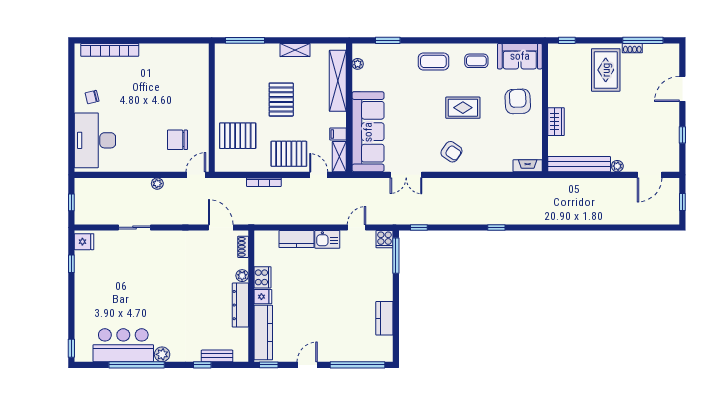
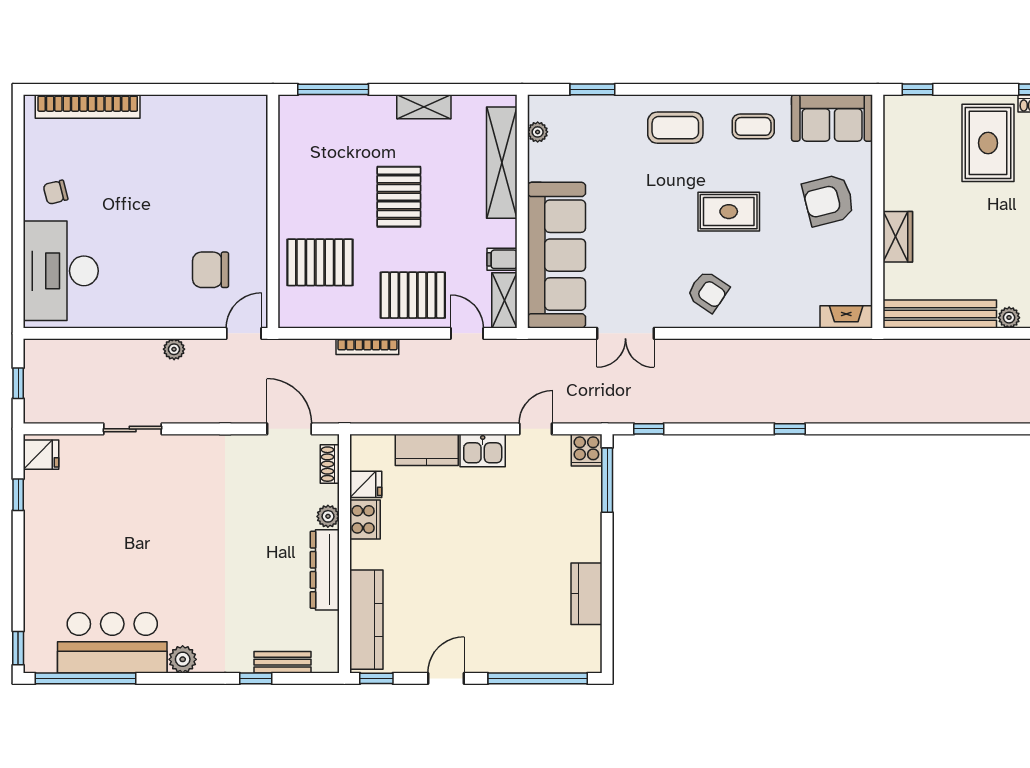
armchair: (518, 101) -> (828, 200), turned -101
fridge: (263, 297) -> (366, 484), moved
window: (137, 365) -> (85, 678), moved

